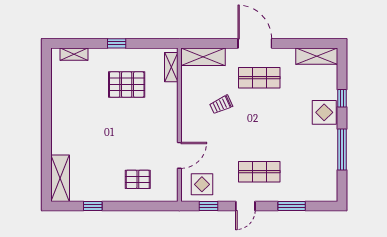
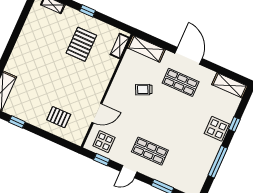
pallet: (127, 85) -> (81, 44), turned 90

